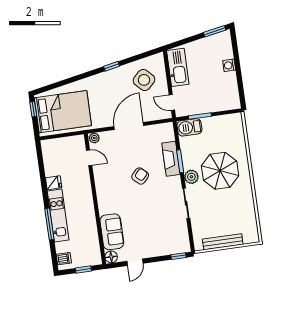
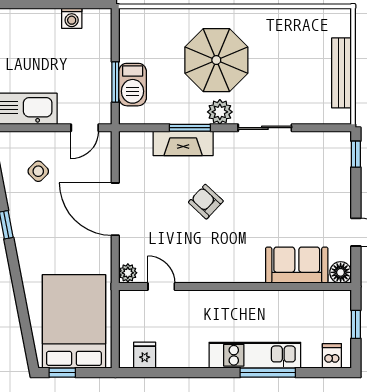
washing machine: (229, 65) -> (72, 18), moved
side table: (144, 80) -> (38, 171), width x0.54, depth x0.54
barbecue: (189, 127) -> (133, 85), moved
door: (89, 158) -> (161, 287), hinge flipped
fridge: (54, 183) -> (145, 355), moved

